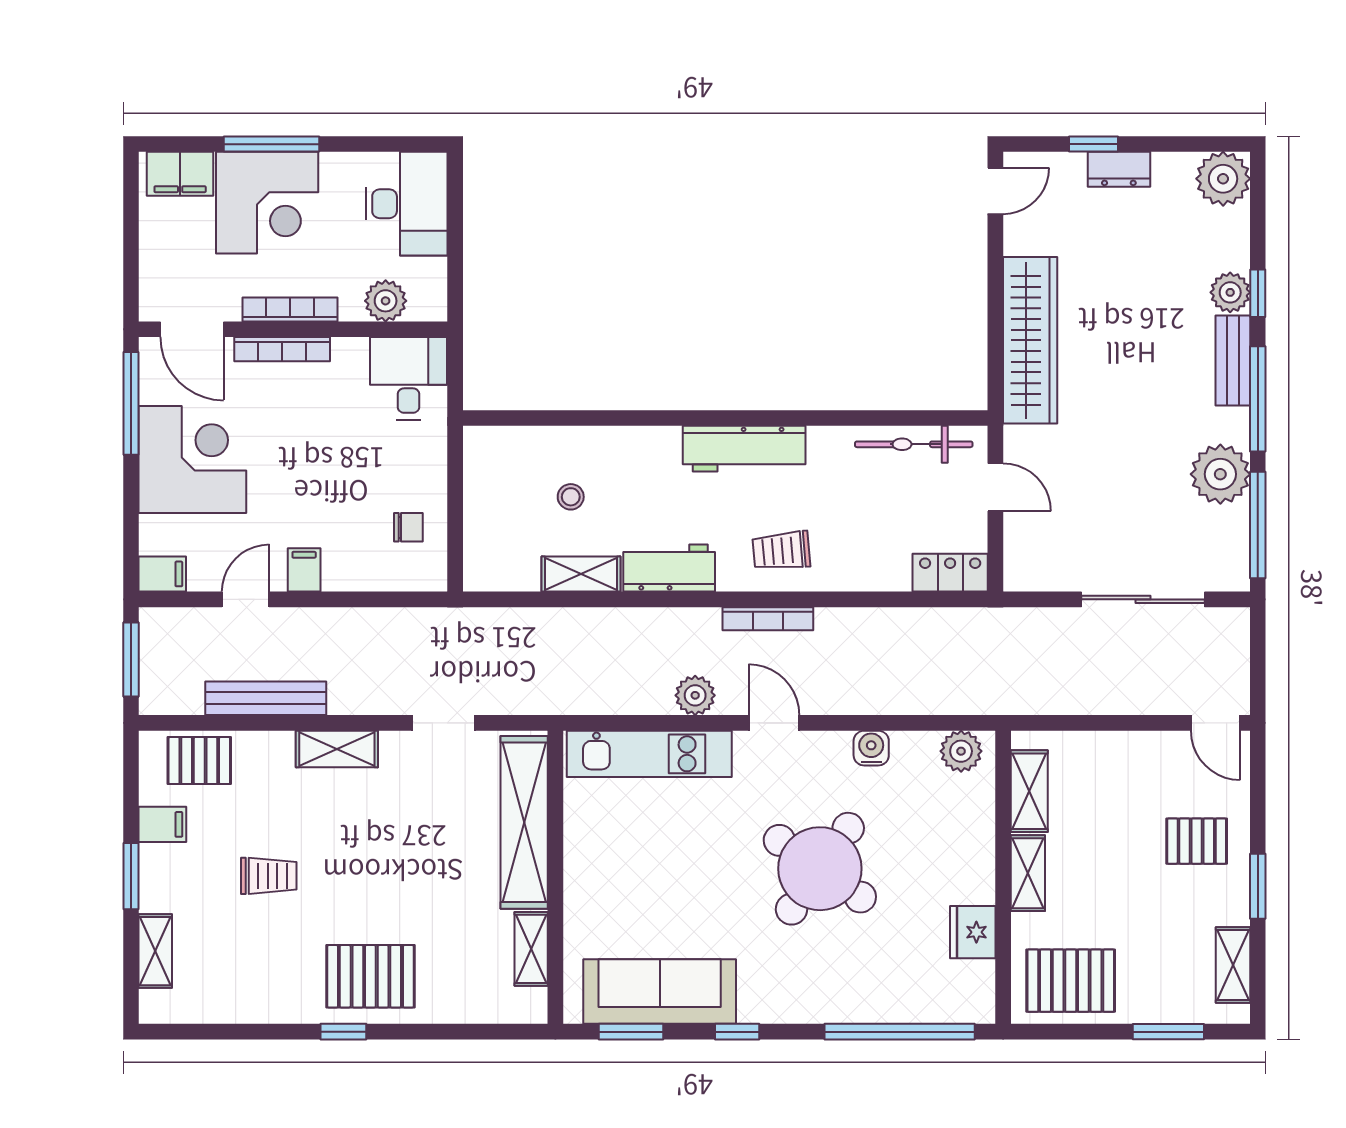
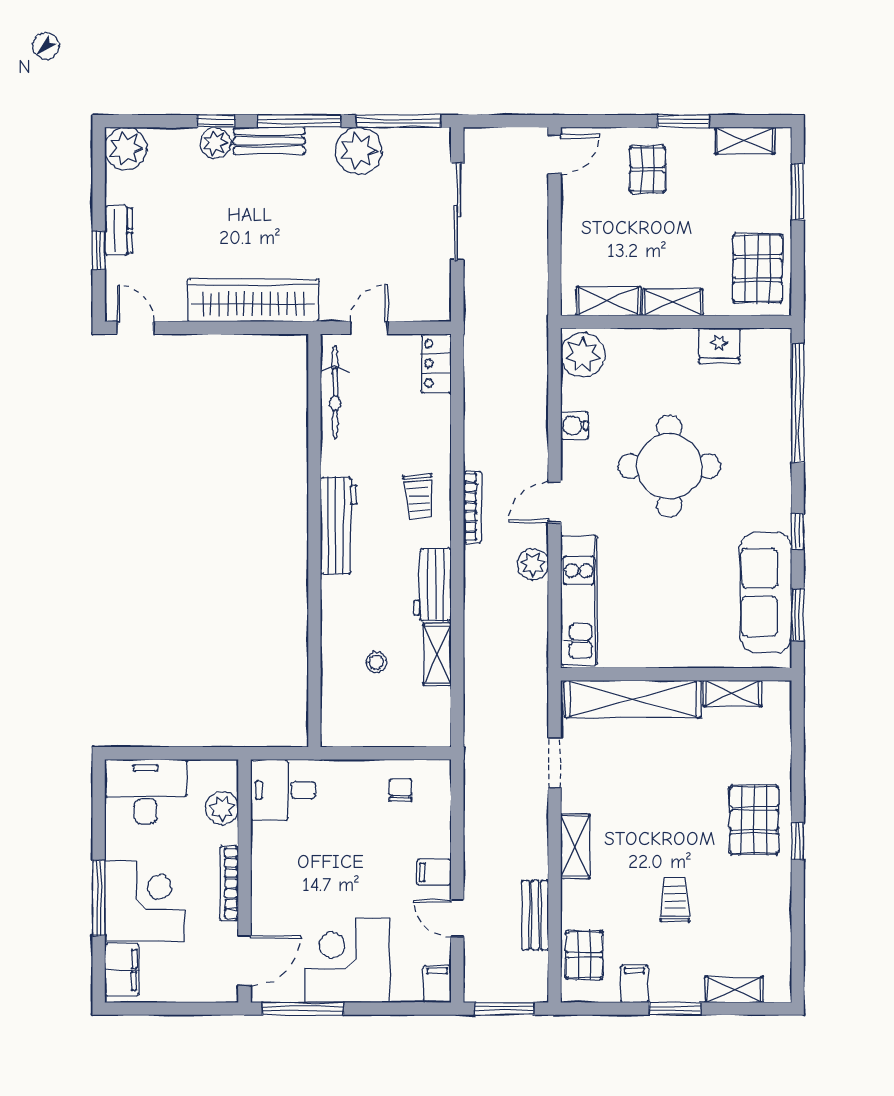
bookcase: (282, 349) -> (260, 890), removed
bench: (266, 698) -> (535, 915), width x0.73
plant: (961, 751) -> (583, 355), width x1.36, depth x1.36
round table: (820, 869) -> (669, 466), turned -35

